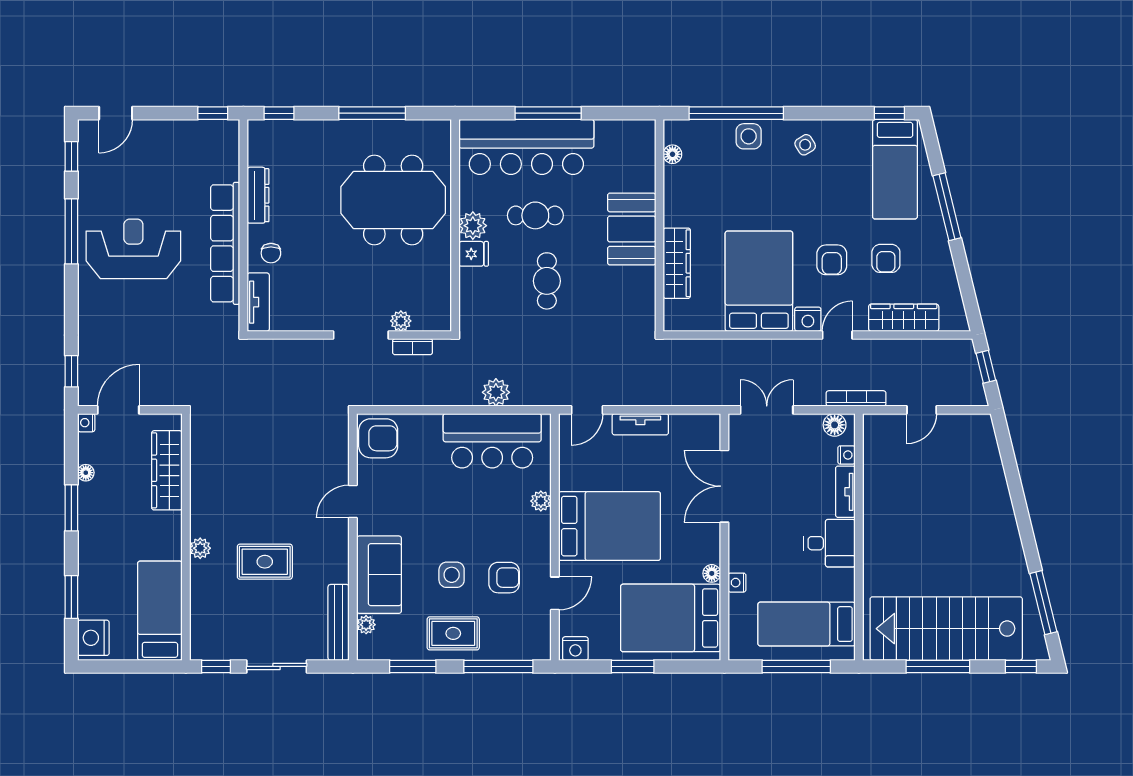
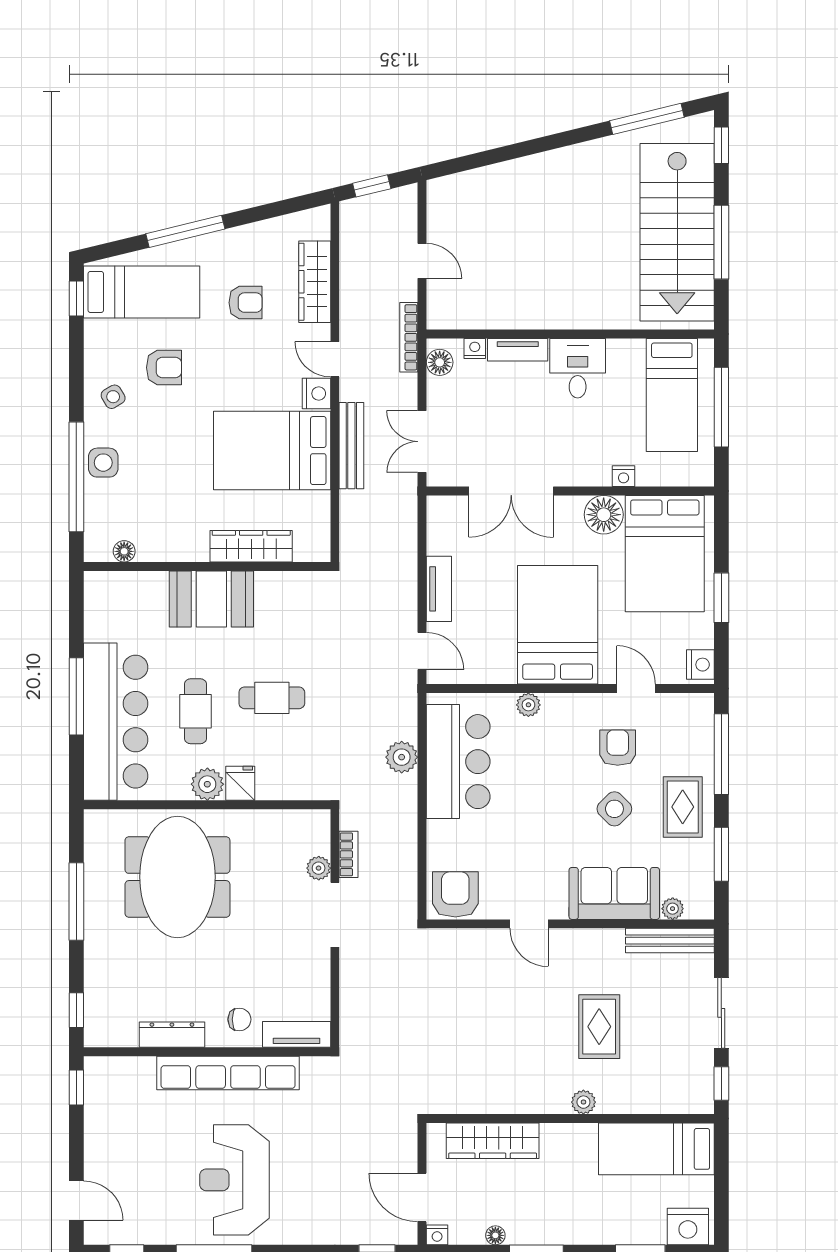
armchair: (832, 260) -> (164, 368), moved
bench: (763, 349) -> (351, 446), added
floor lamp: (712, 573) -> (604, 515), width x1.89, depth x1.89
side table: (452, 575) -> (614, 809), turned 45

